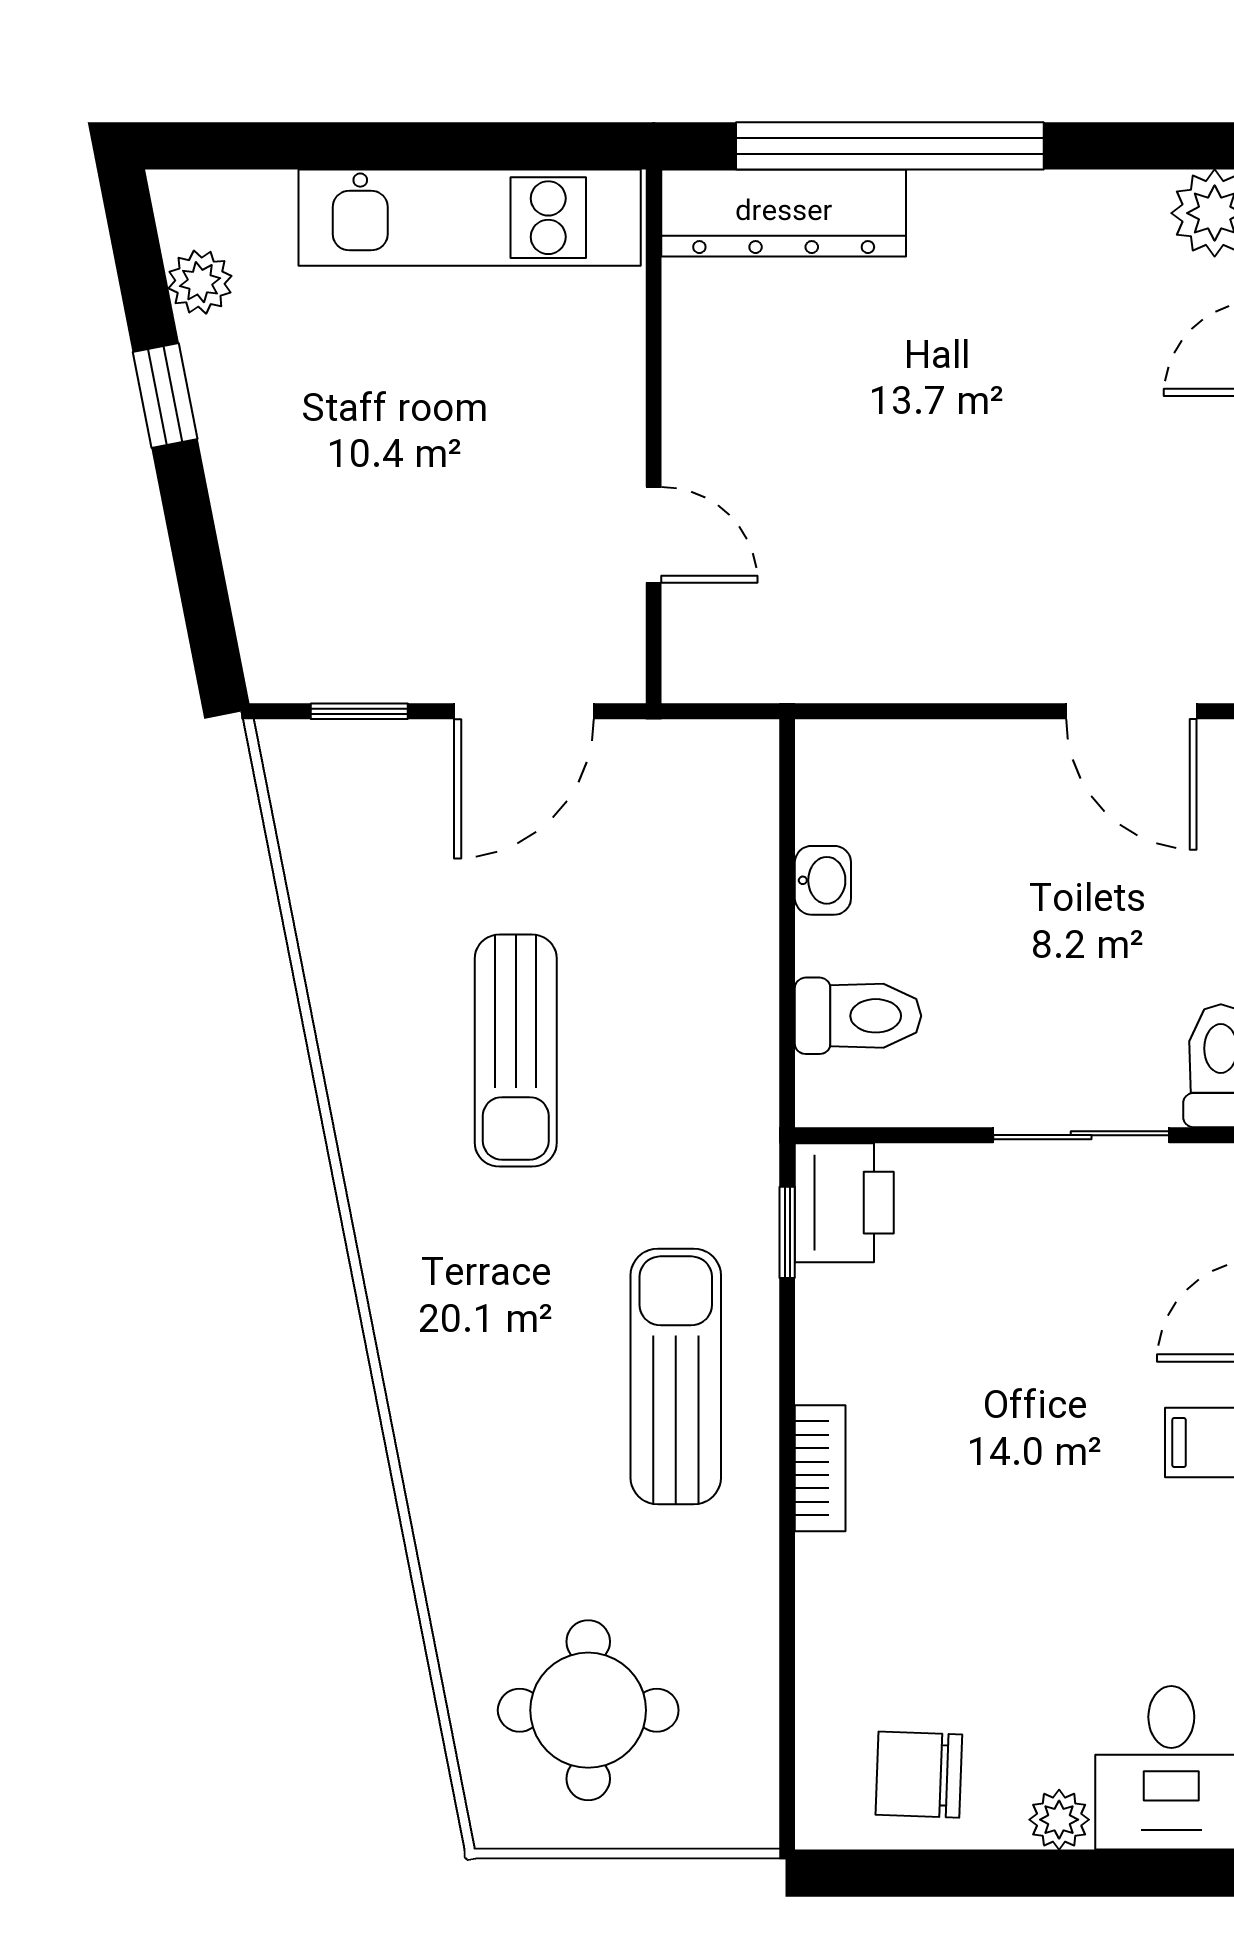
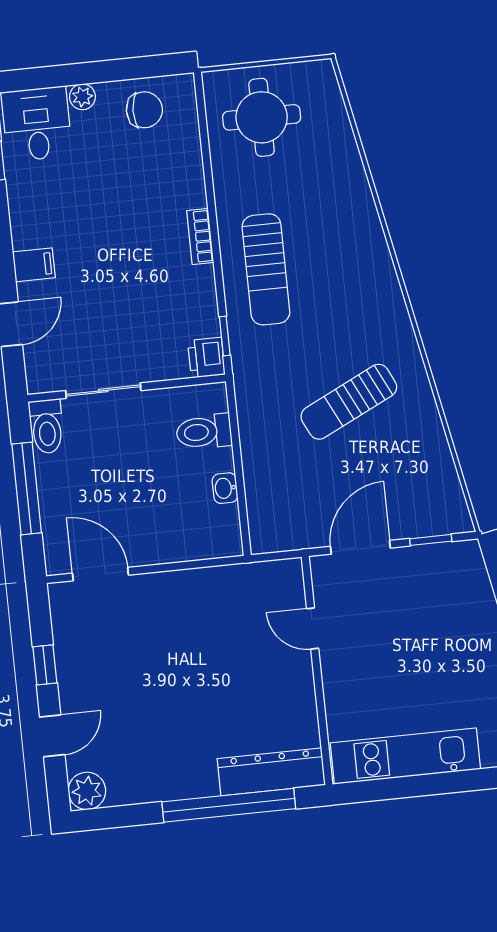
sun lounger: (516, 1051) -> (349, 402), turned -116
printer: (844, 1203) -> (206, 358), width x0.73, depth x0.81
round table: (588, 1710) -> (262, 117), moved

